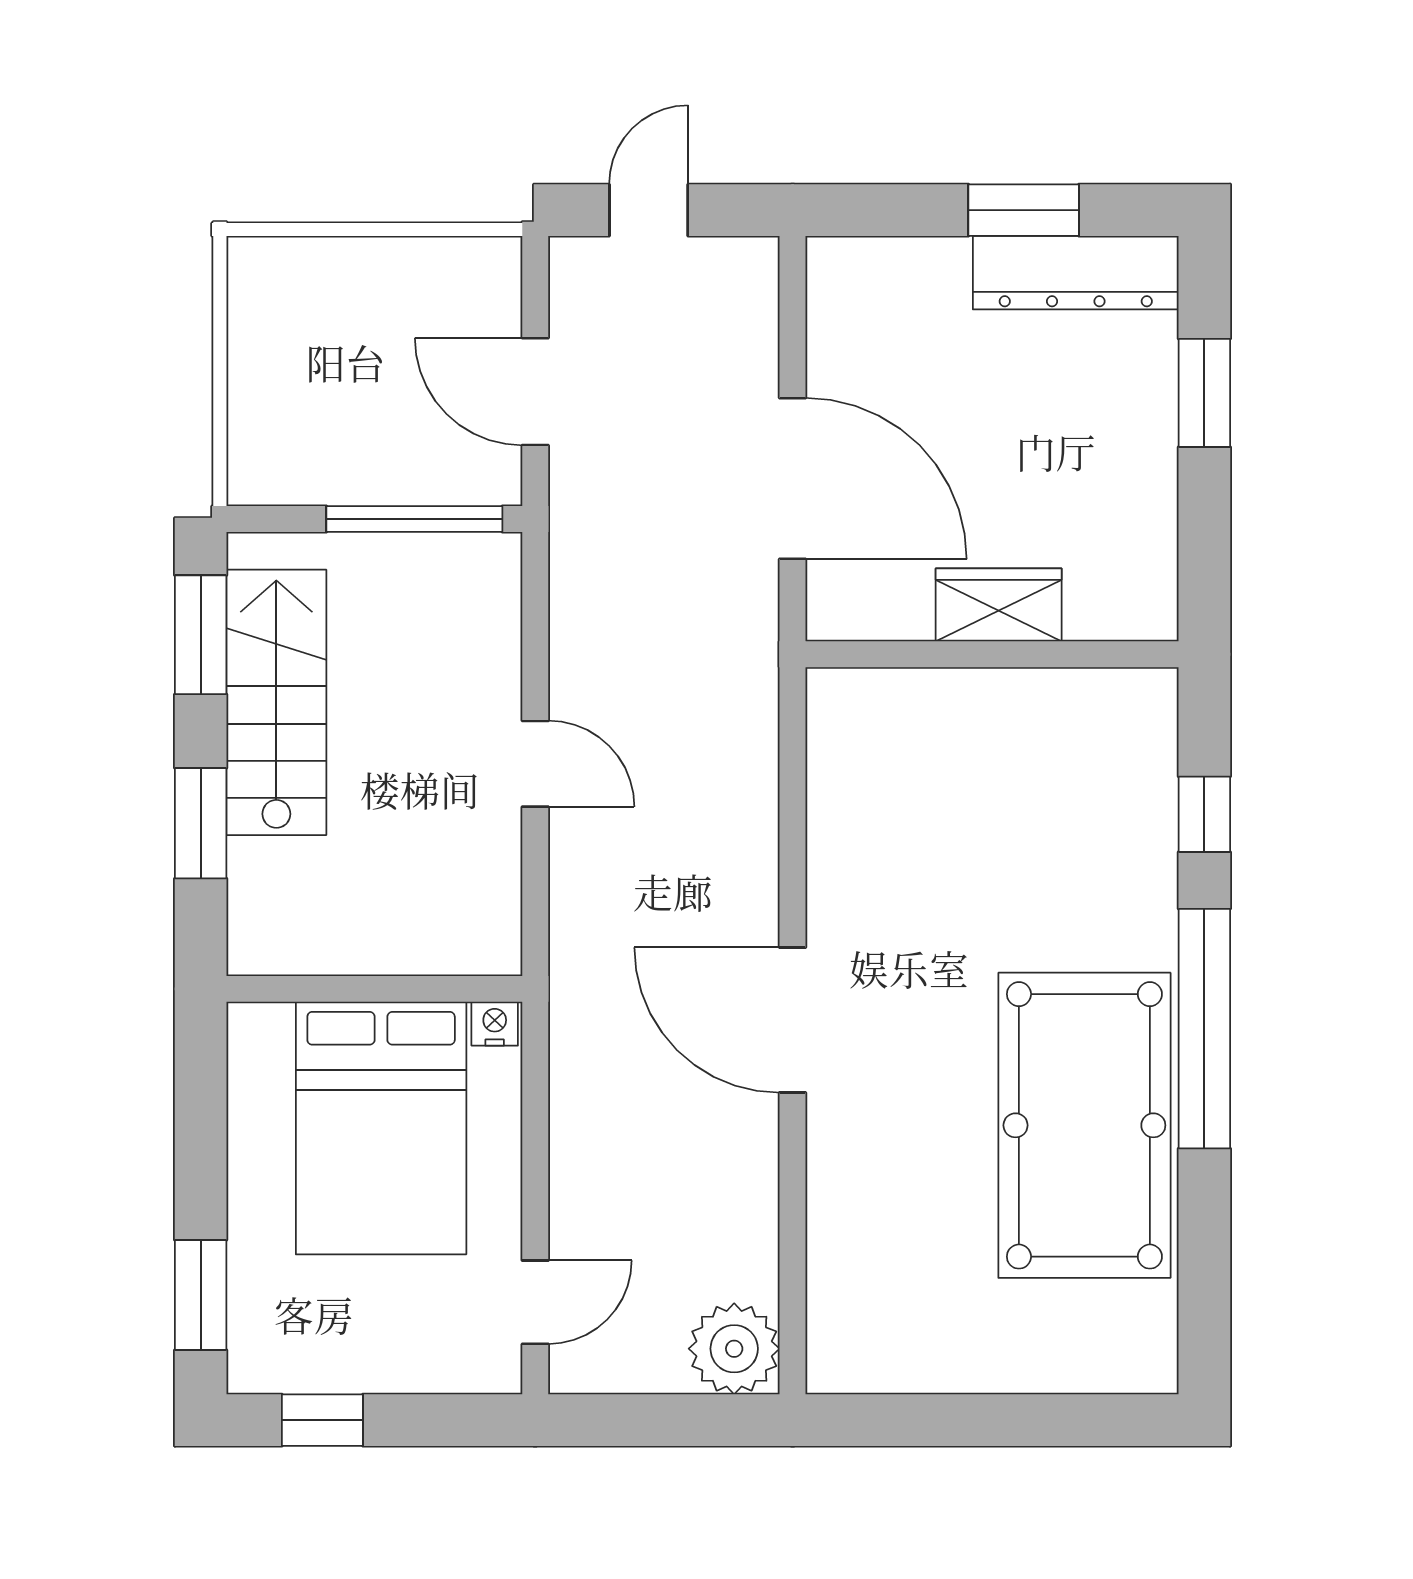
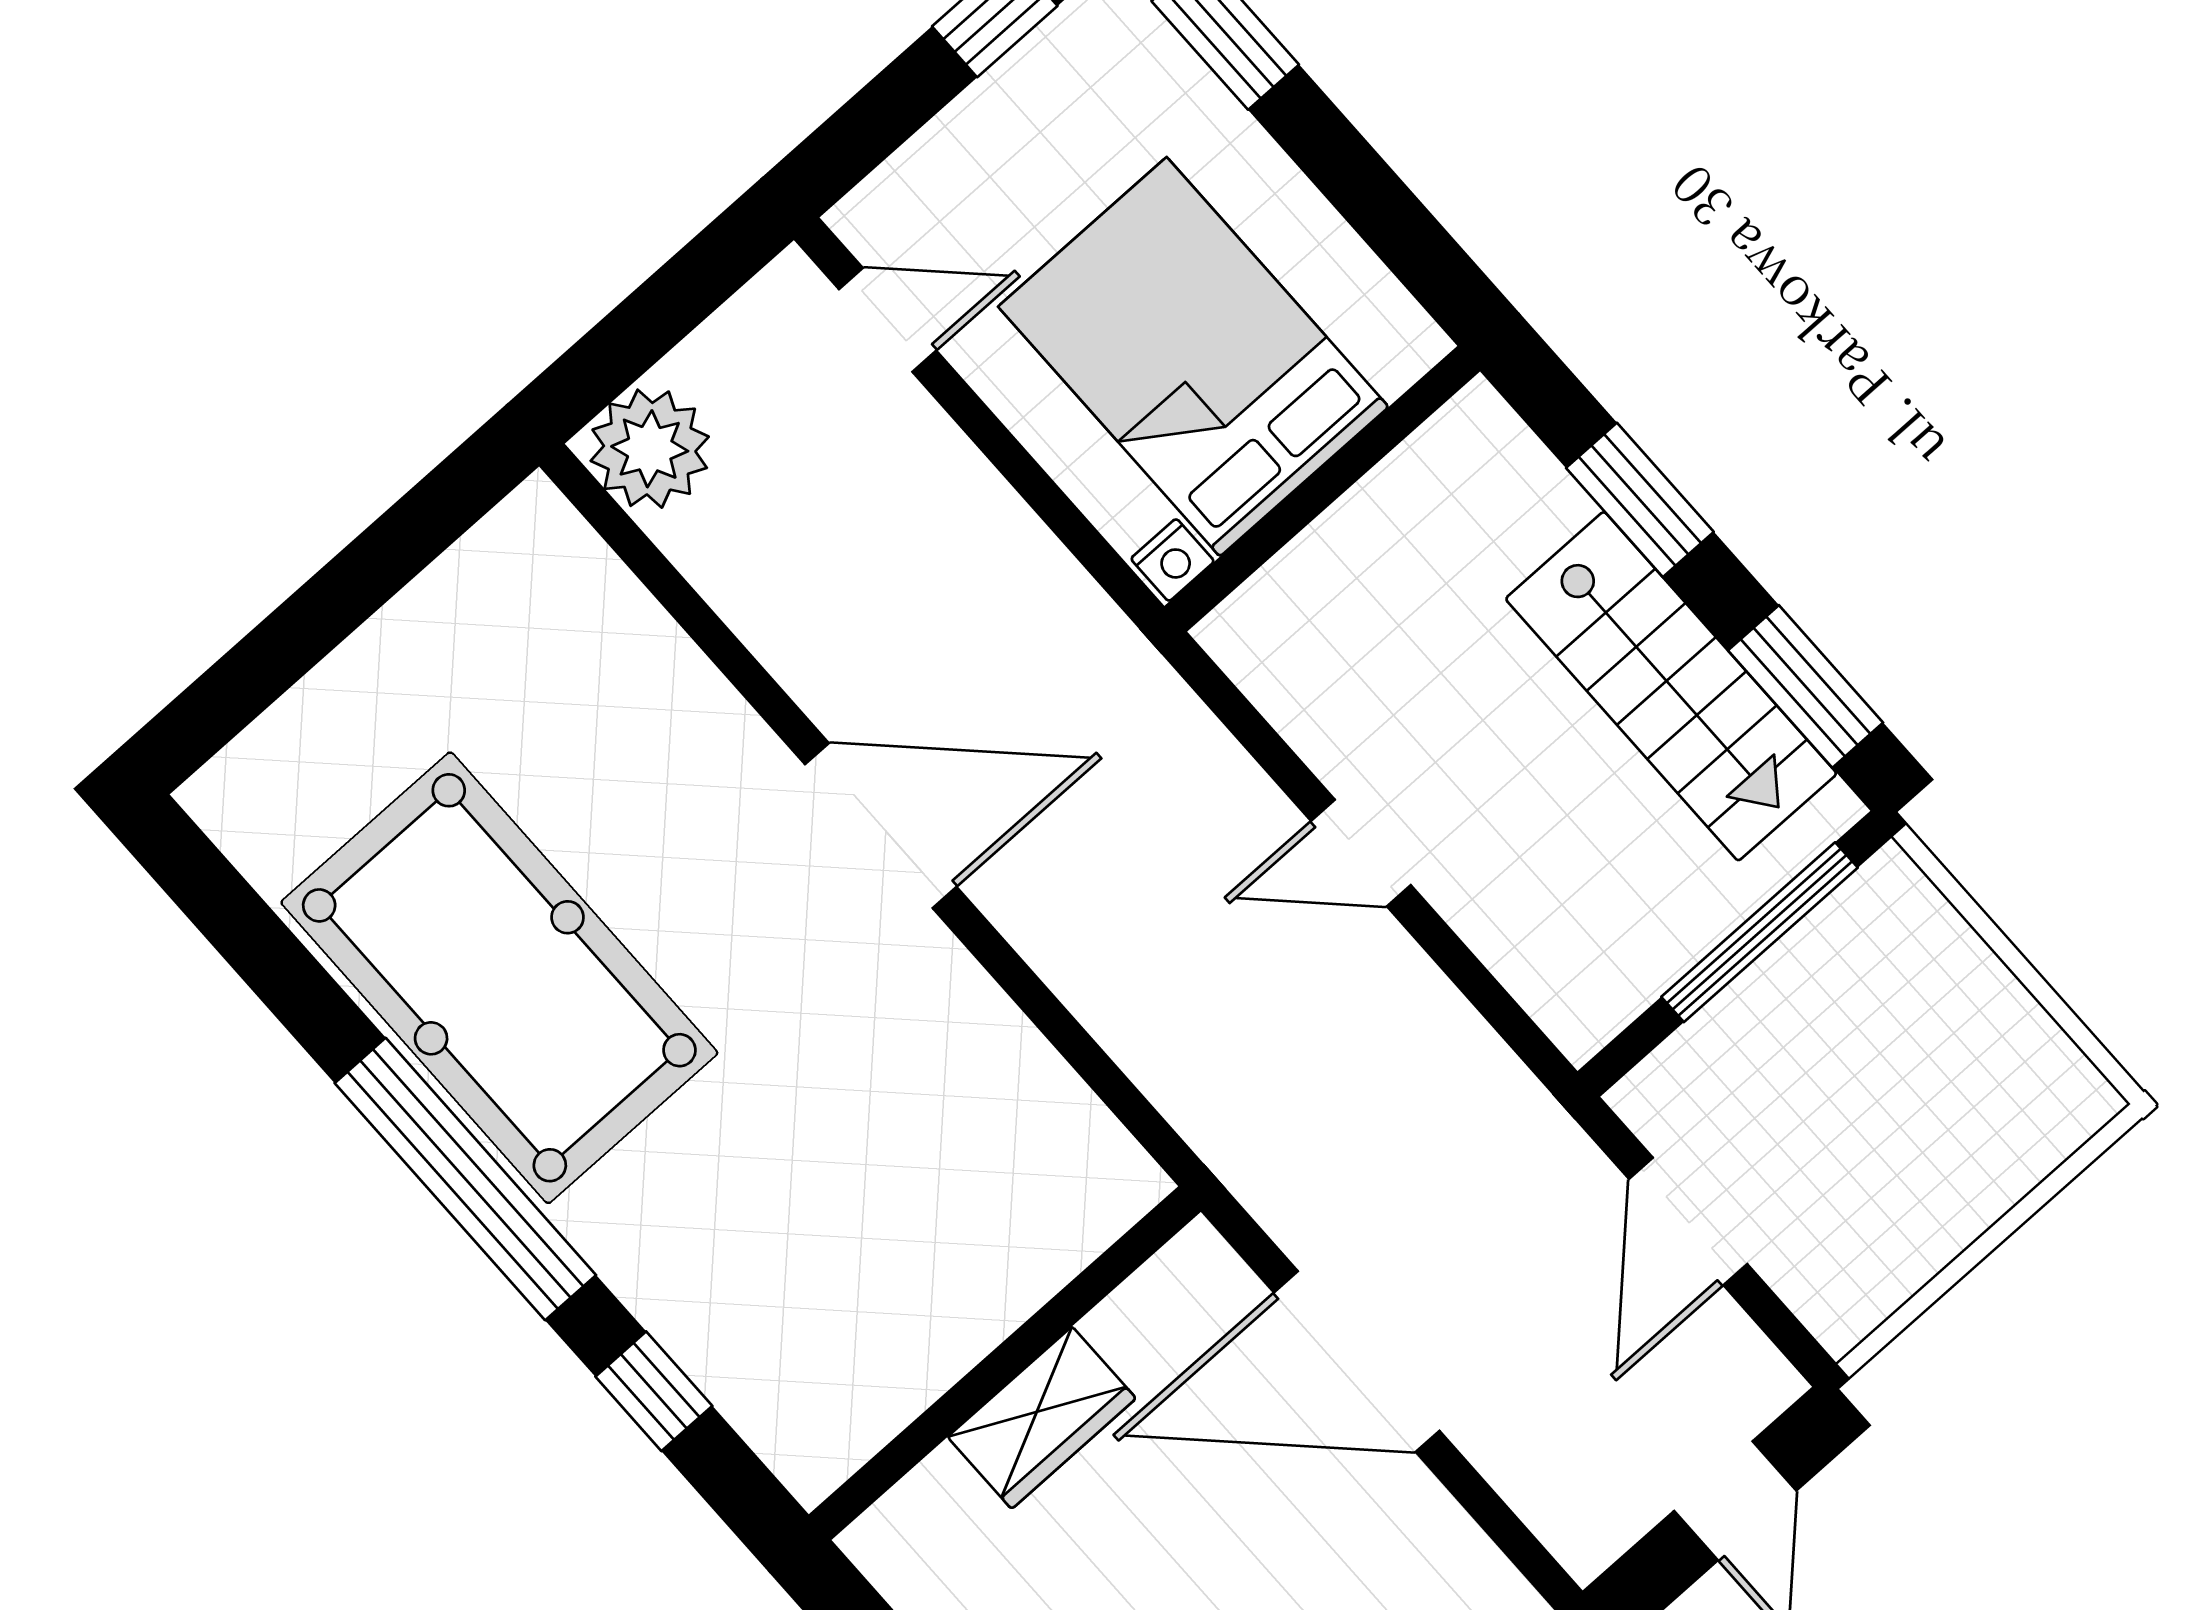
door: (535, 392) -> (1688, 1221), swing flipped
window: (414, 519) -> (1760, 932), moved
door: (535, 1302) -> (888, 320), swing flipped

